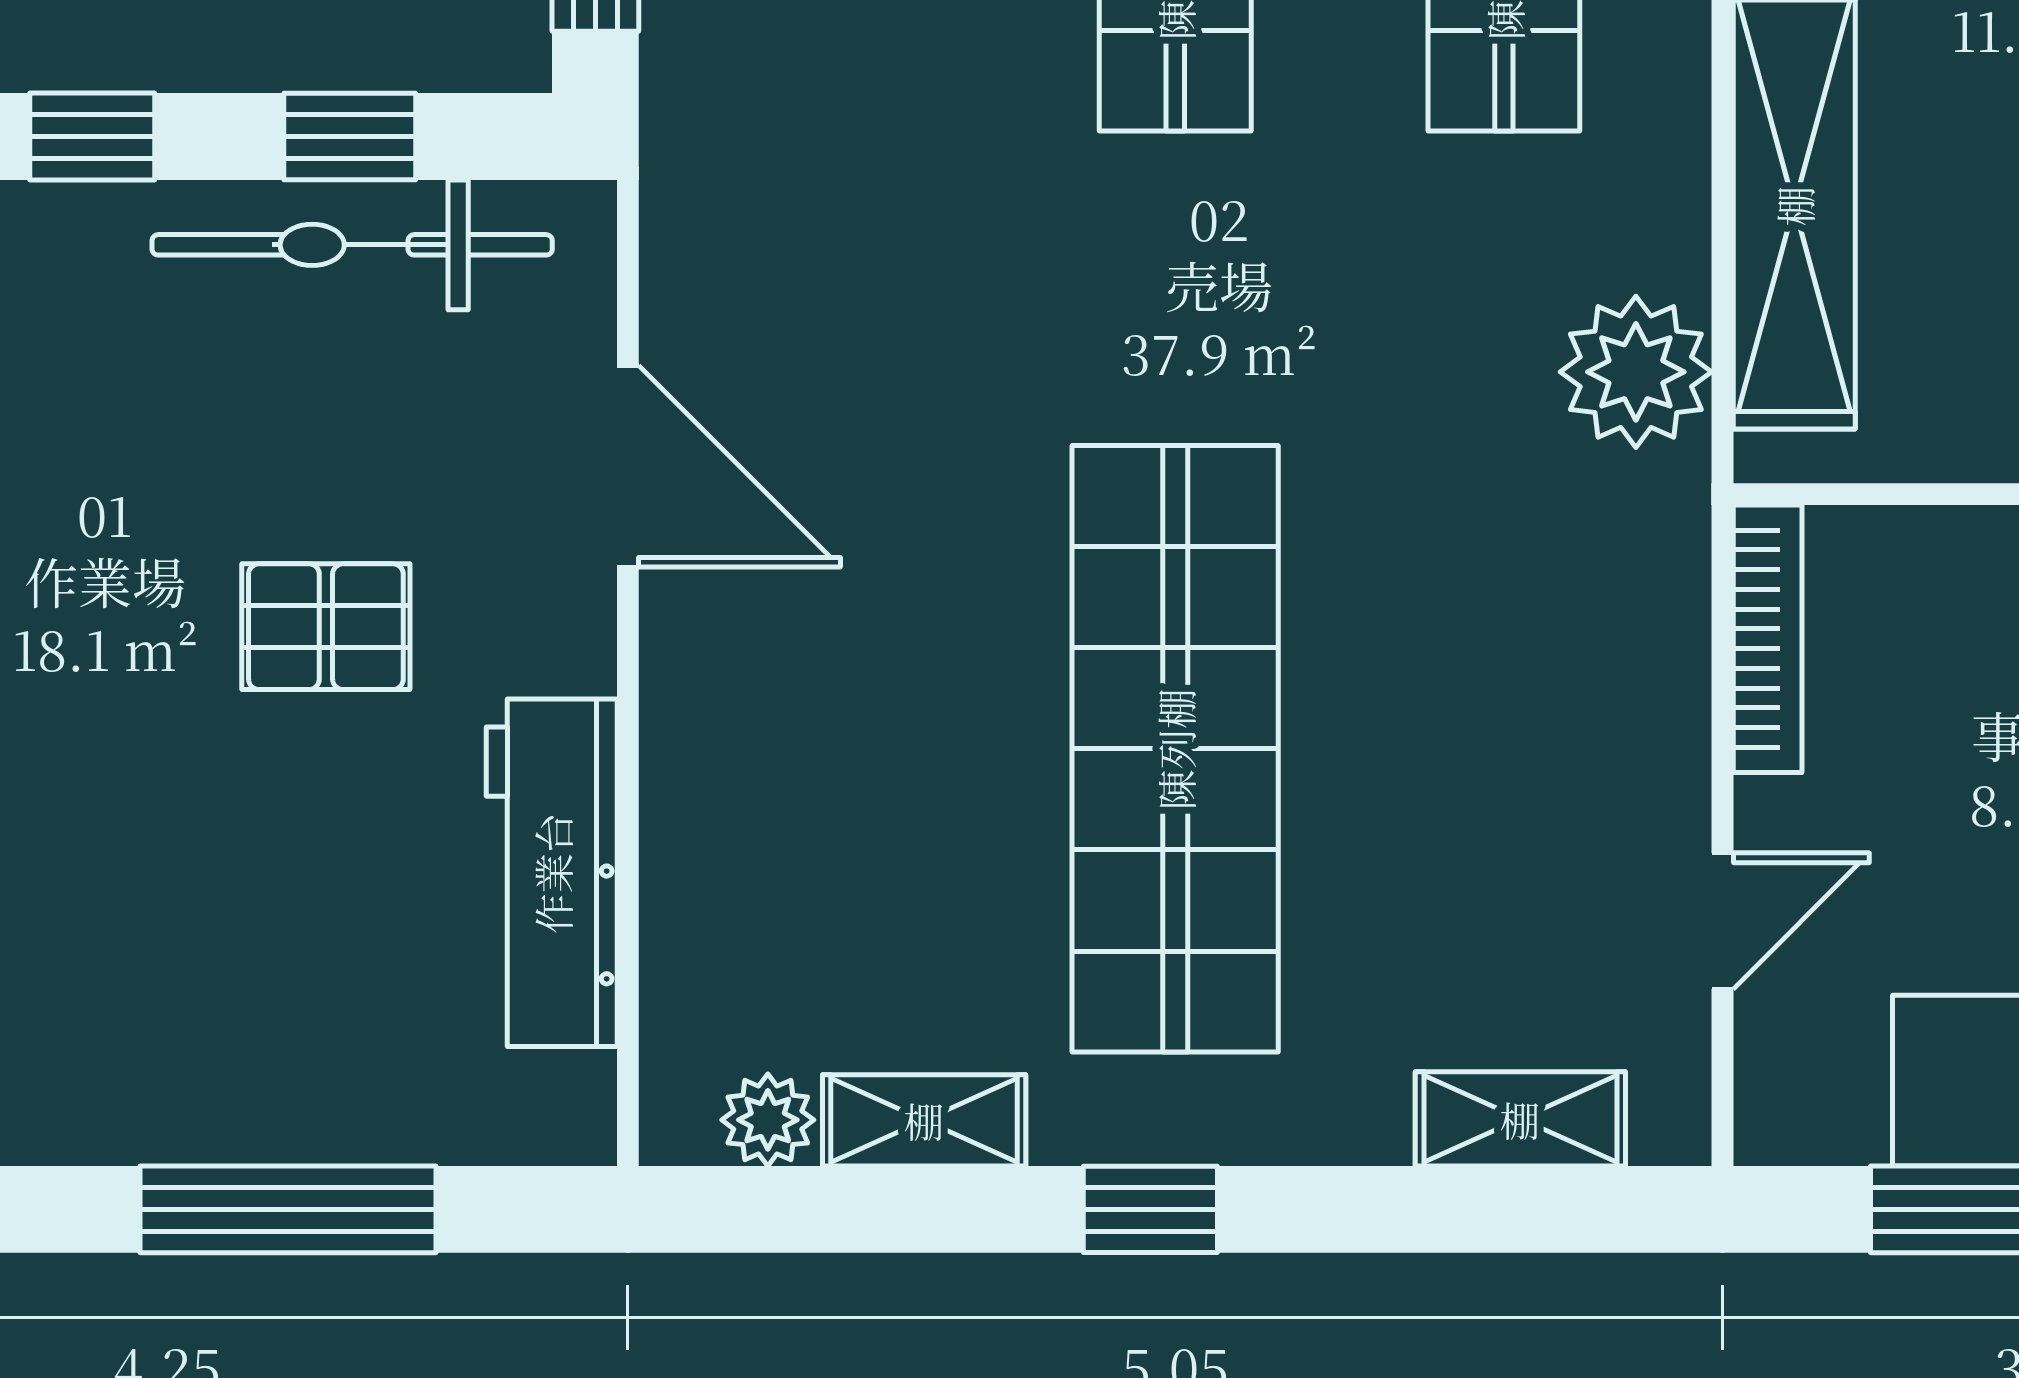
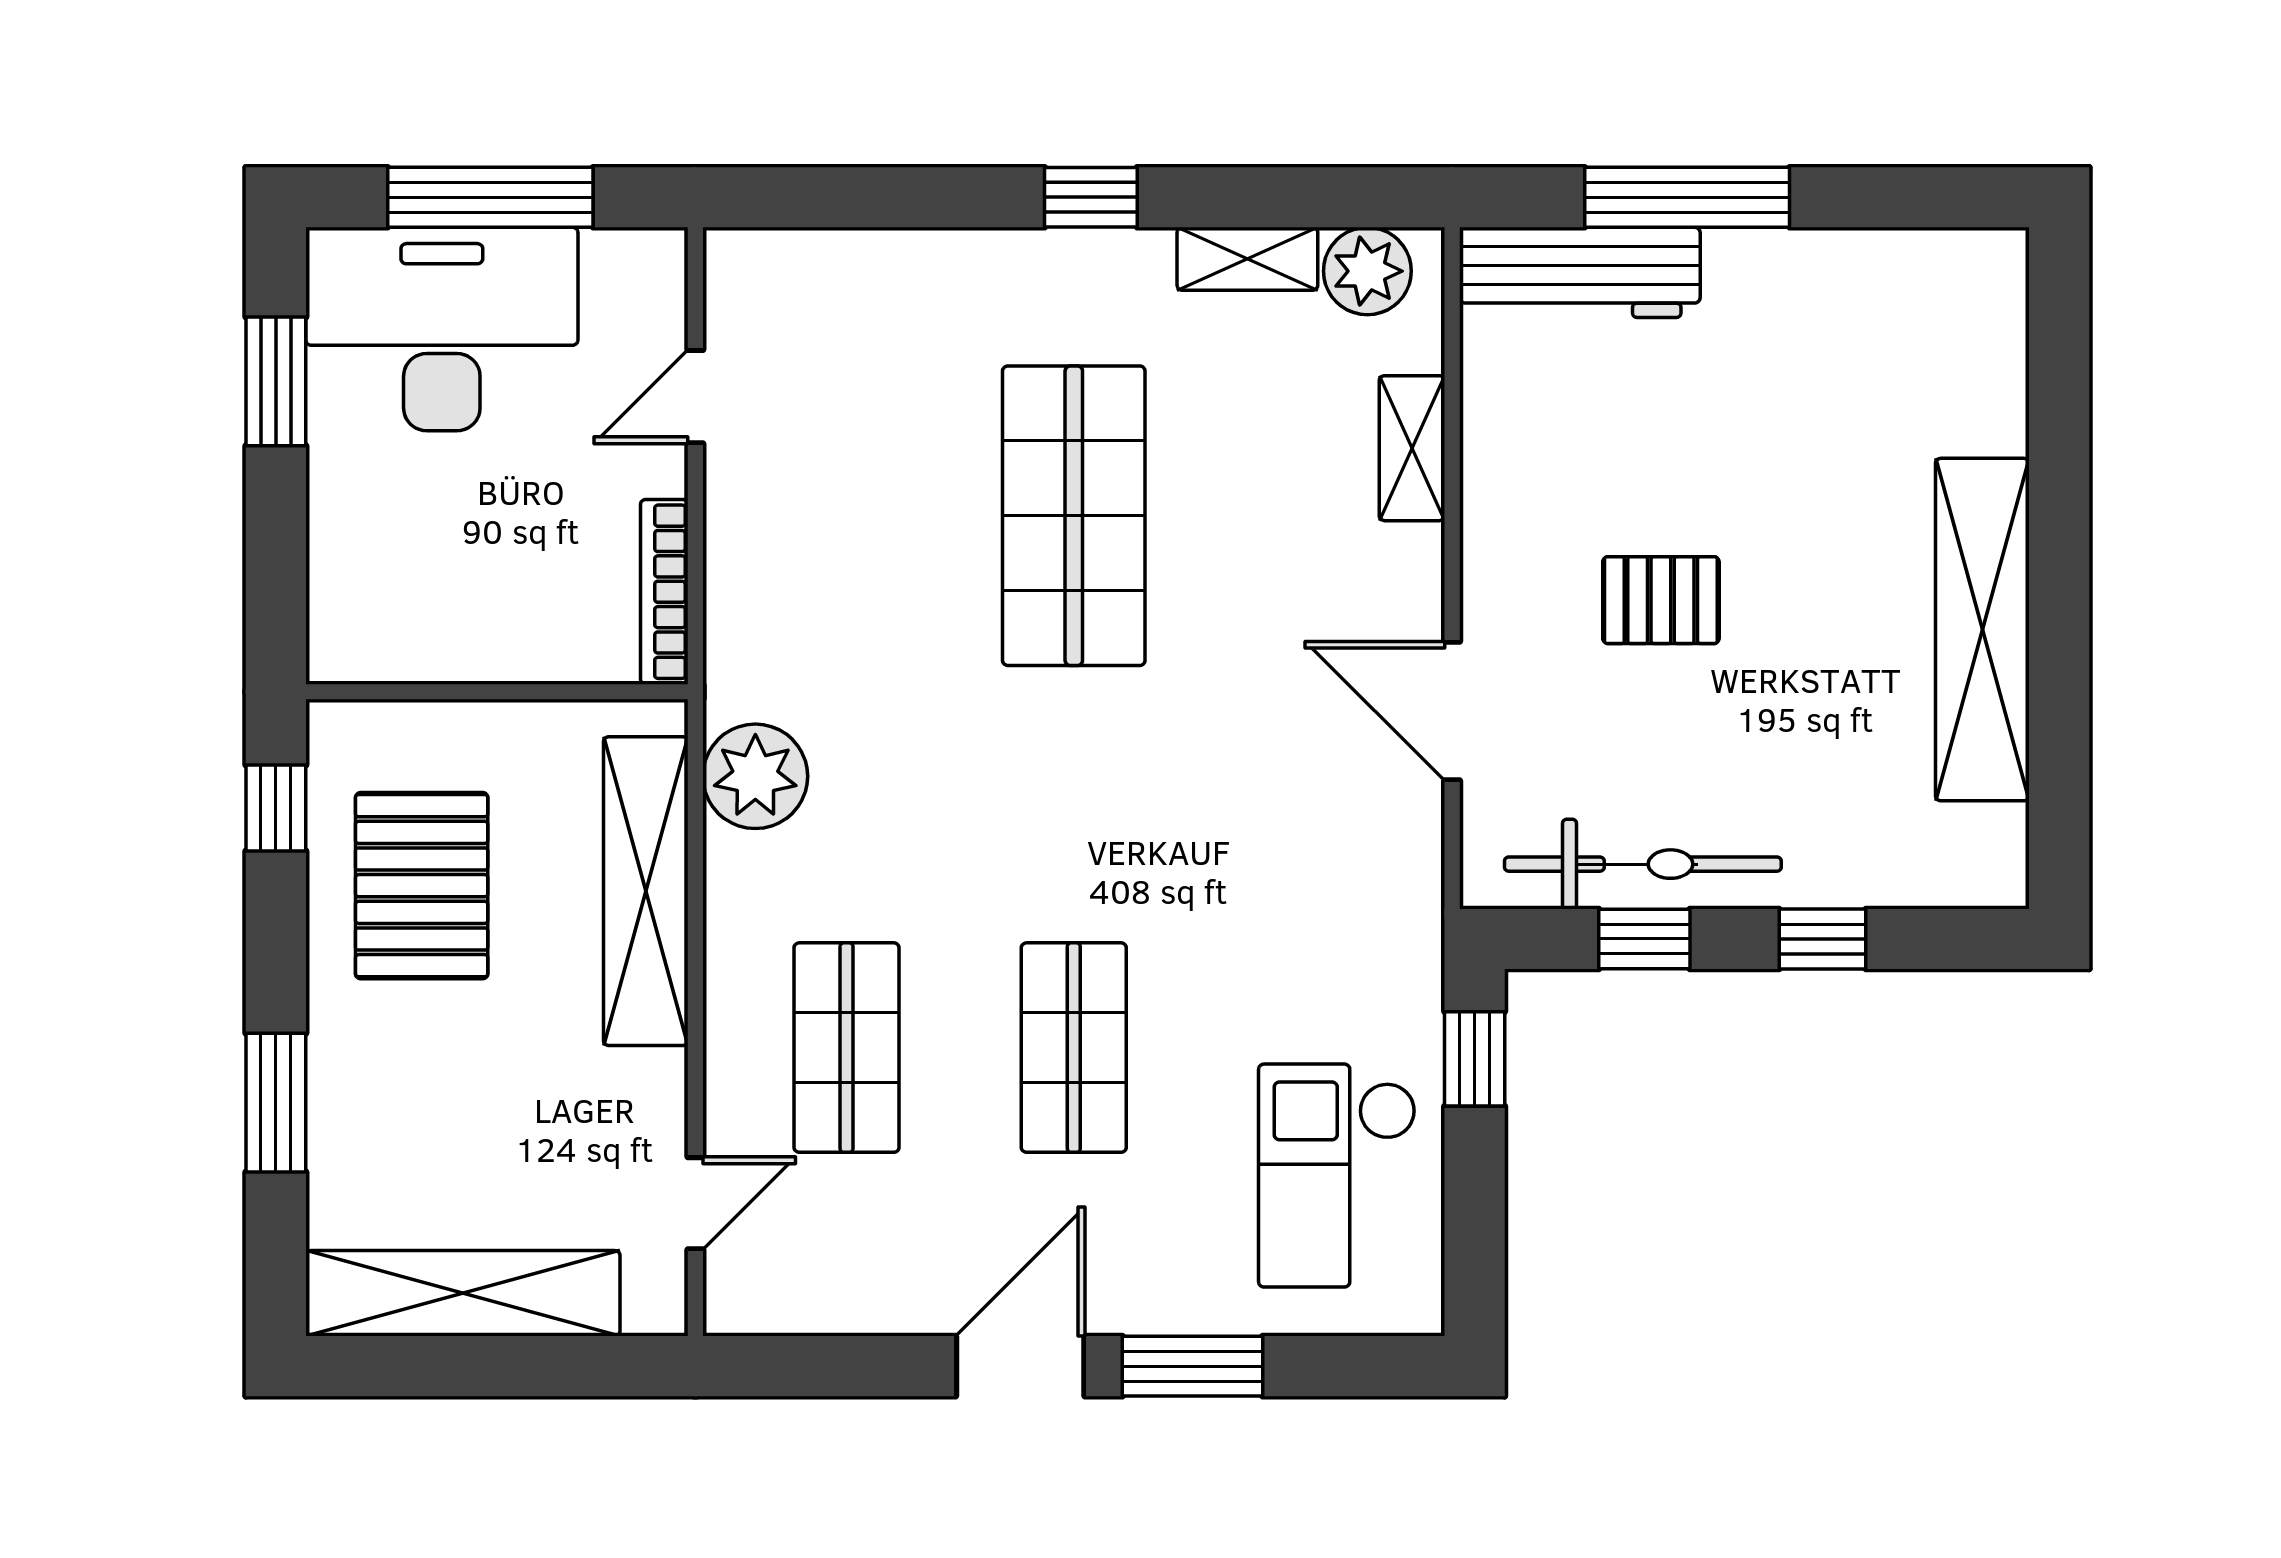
shop shelf: (1175, 749) -> (1074, 516), width x0.71
workbench: (552, 873) -> (1580, 272), moved, turned 90
shelving: (1520, 1119) -> (1412, 448), moved, turned 90
plant: (768, 1120) -> (1367, 271), width x1.38, depth x1.38

